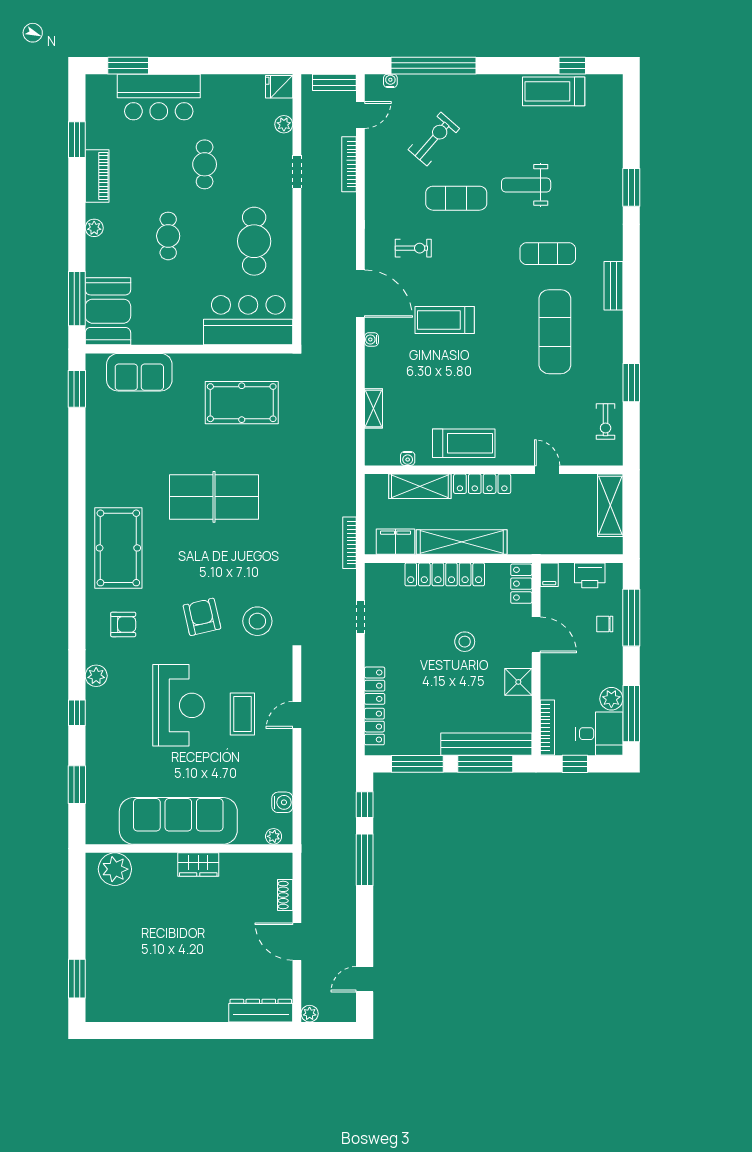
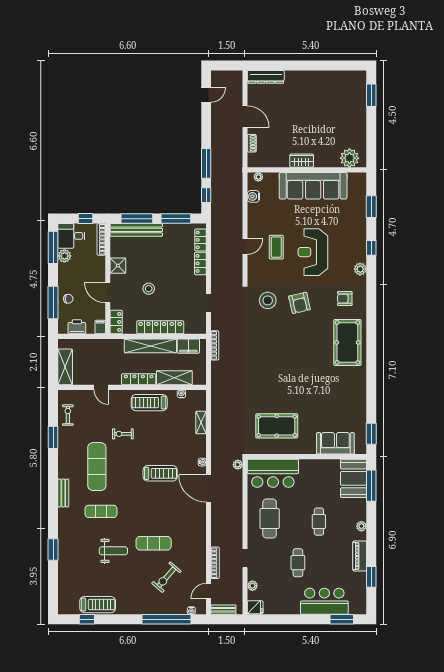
exercise bike: (413, 248) -> (123, 434), moved
table tennis table: (214, 497) -> (293, 372), removed
plant: (310, 1014) -> (238, 465), moved

